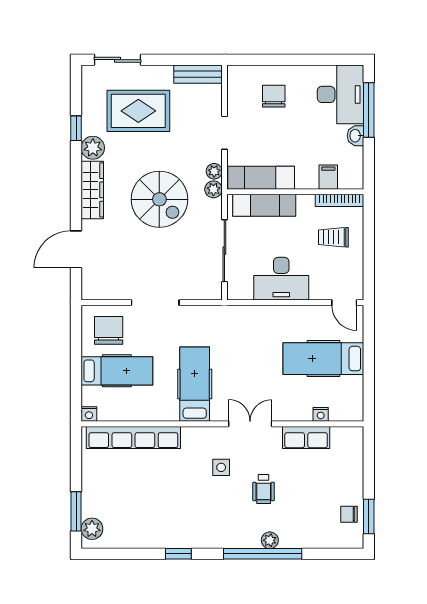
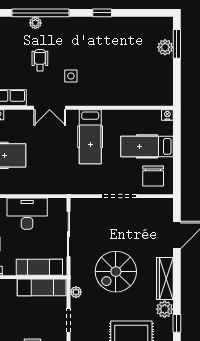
plant: (213, 189) -> (77, 279), removed
spiral stairs: (159, 199) -> (116, 272), turned -90
row of seats: (133, 437) -> (135, 98), removed
plant: (92, 529) -> (165, 47), moved

